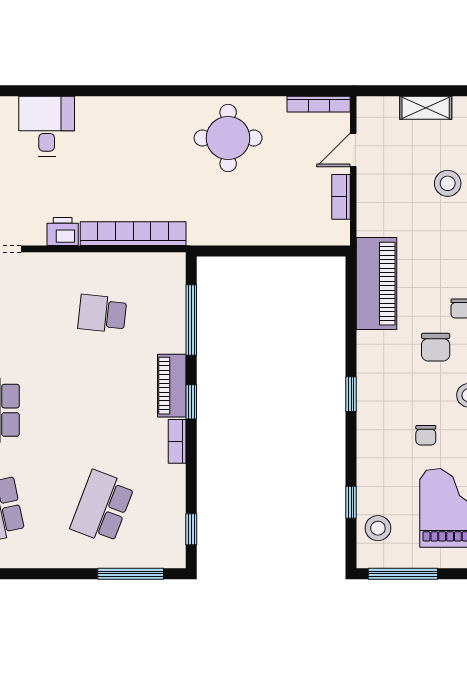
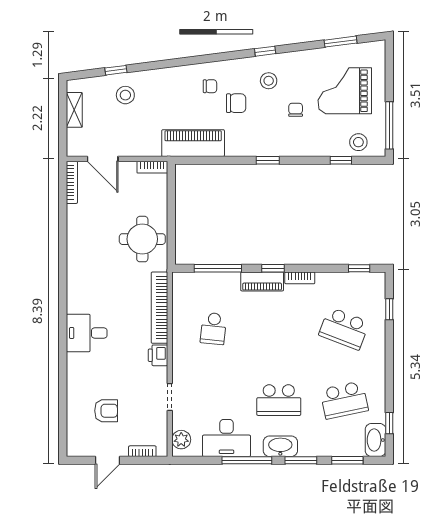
desk: (47, 126) -> (87, 333), moved
round table: (228, 138) -> (142, 239), moved
door: (353, 150) -> (103, 159), width x1.38
bookcase: (341, 197) -> (152, 167), moved
chair: (426, 435) -> (296, 110), turned -90
window: (131, 574) -> (389, 309), width x0.46

